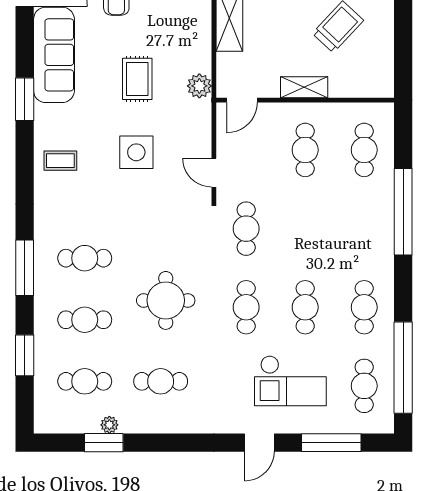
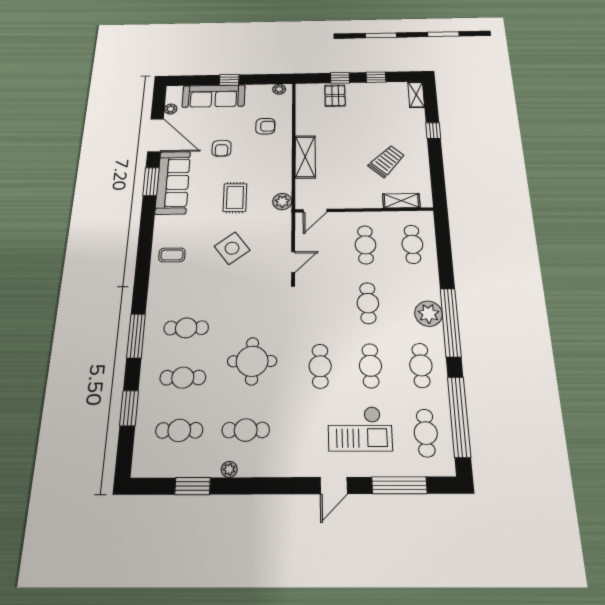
shelving: (304, 87) -> (401, 201), moved
window: (25, 99) -> (151, 182), moved
side table: (136, 152) -> (232, 248), turned -37
door: (214, 173) -> (293, 262), swing flipped
window: (403, 212) -> (450, 322), moved
cafe table: (246, 229) -> (368, 303), moved
plant: (378, 243) -> (429, 314), added
plant: (109, 425) -> (229, 469), moved

